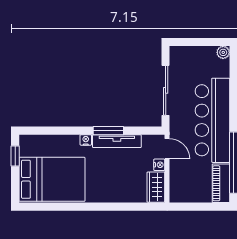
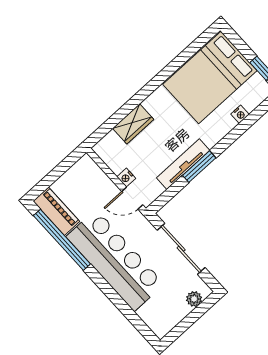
plant: (223, 52) -> (194, 299), moved
nightstand: (86, 140) -> (240, 114), moved
wardrobe: (156, 187) -> (133, 124), moved, turned 90

